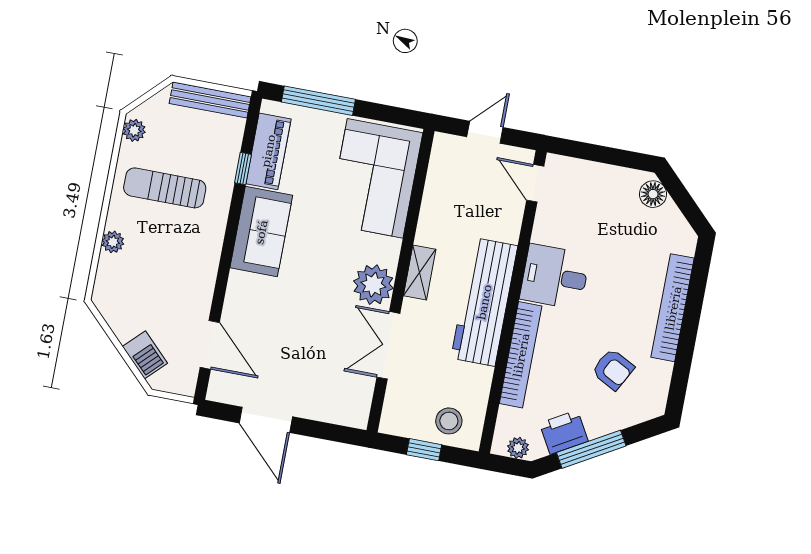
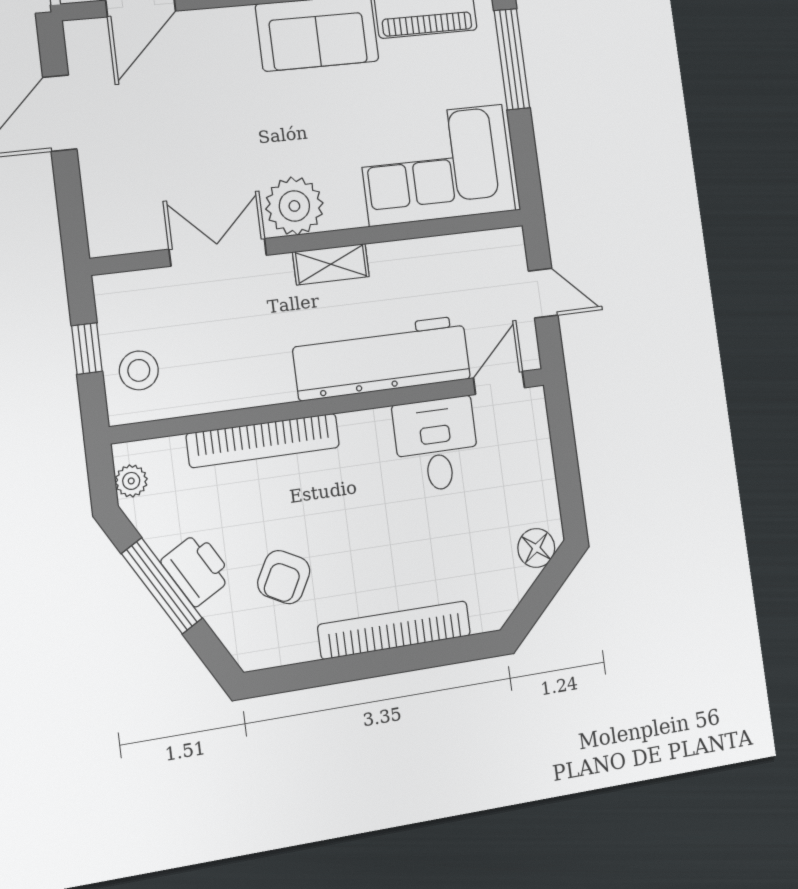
desk: (555, 277) -> (436, 444), moved
workbench: (484, 302) -> (381, 358), moved
printer: (564, 432) -> (197, 569), moved

